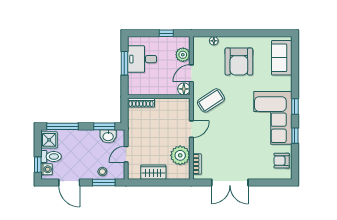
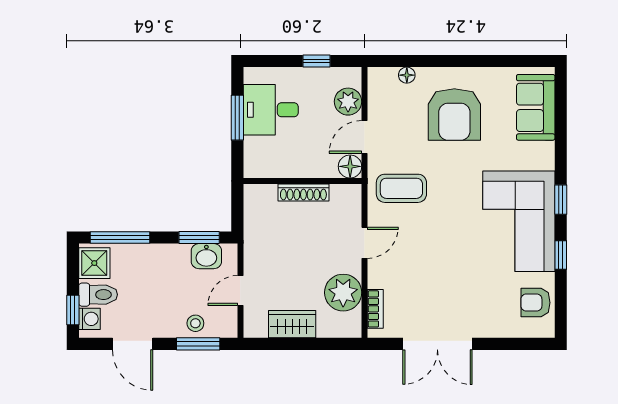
coffee table: (211, 100) -> (401, 188), turned 33
shoe rack: (141, 103) -> (303, 192), moved

